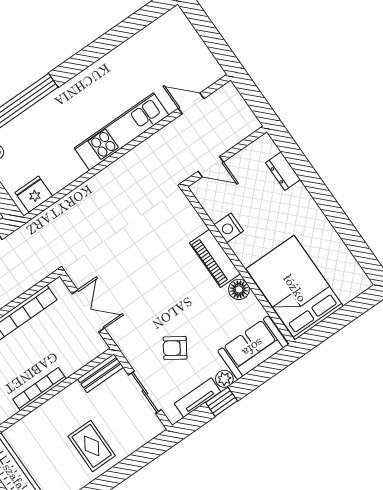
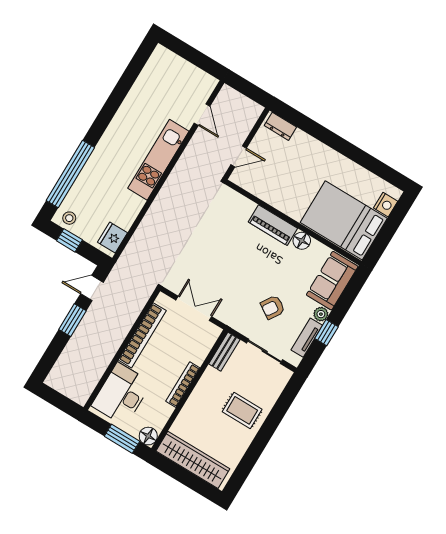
door: (191, 103) -> (202, 115), swing flipped
dresser: (283, 171) -> (280, 126), moved
nightstand: (229, 228) -> (386, 205), moved, turned -90

